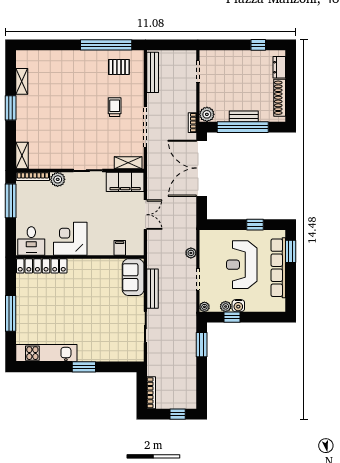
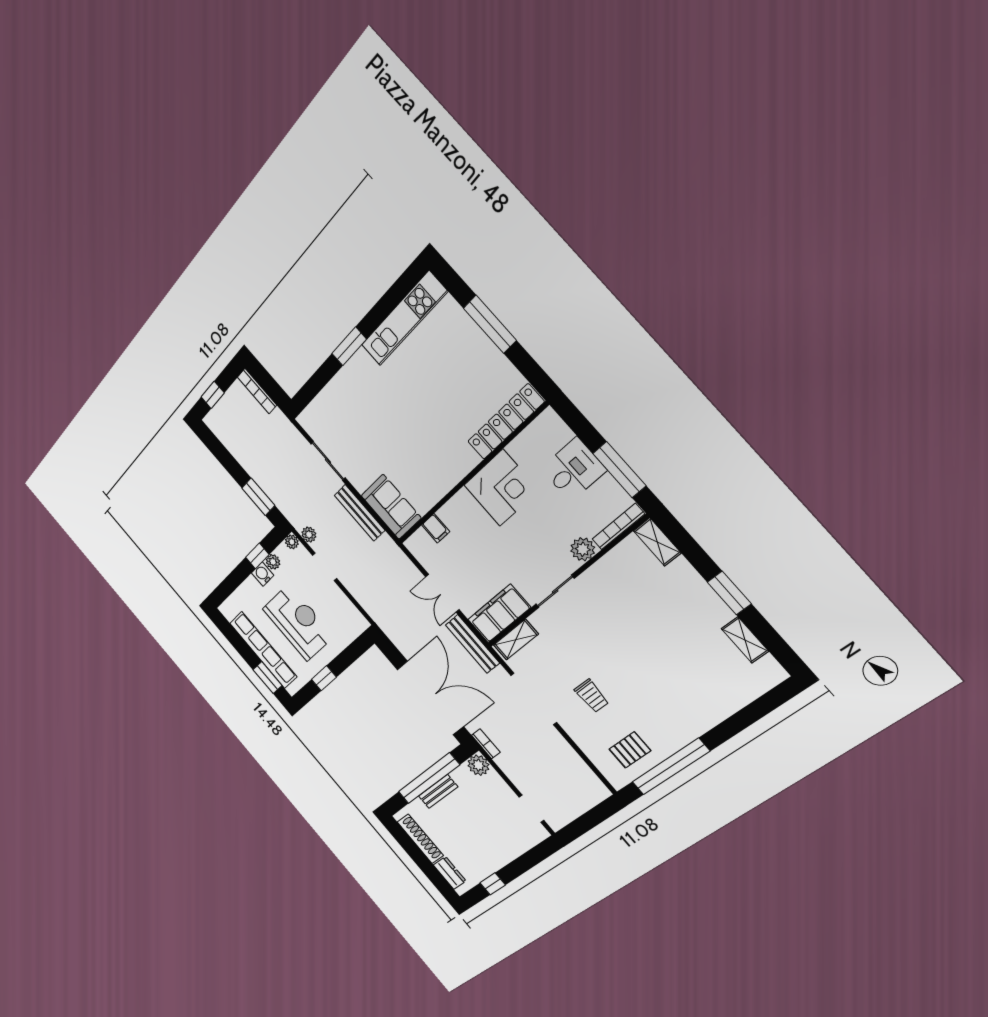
bench: (153, 72) -> (472, 644), moved
desk: (31, 241) -> (574, 470), moved, turned 90
plant: (191, 253) -> (309, 535), moved

